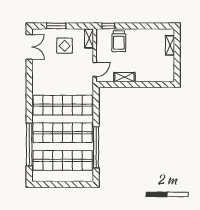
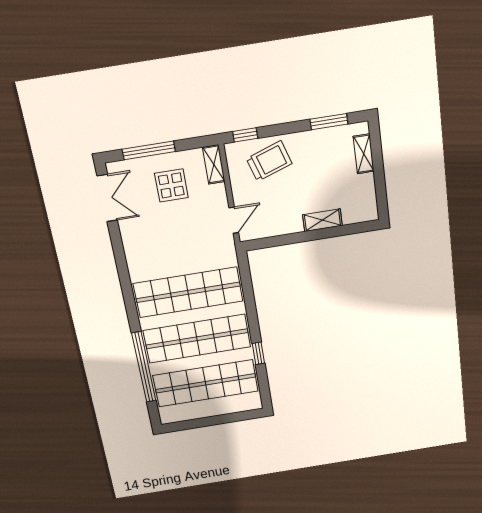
window: (56, 26) -> (149, 150), width x1.44
window: (154, 26) -> (329, 122), added
trolley: (119, 41) -> (269, 161), turned -108
shelving: (124, 77) -> (322, 220), moved
window: (96, 147) -> (258, 353), width x0.32

